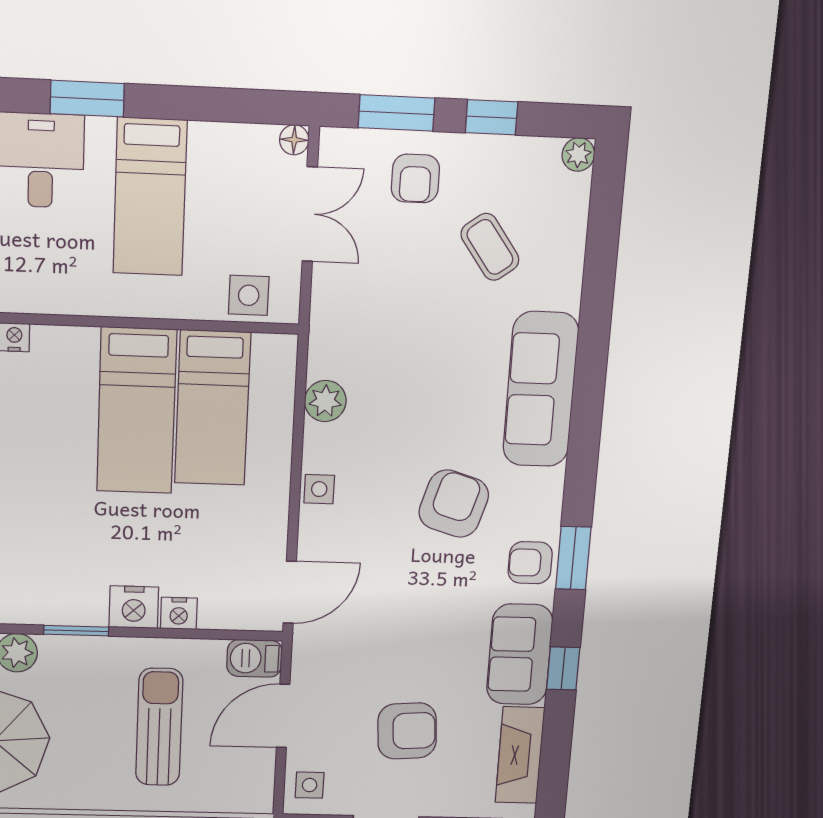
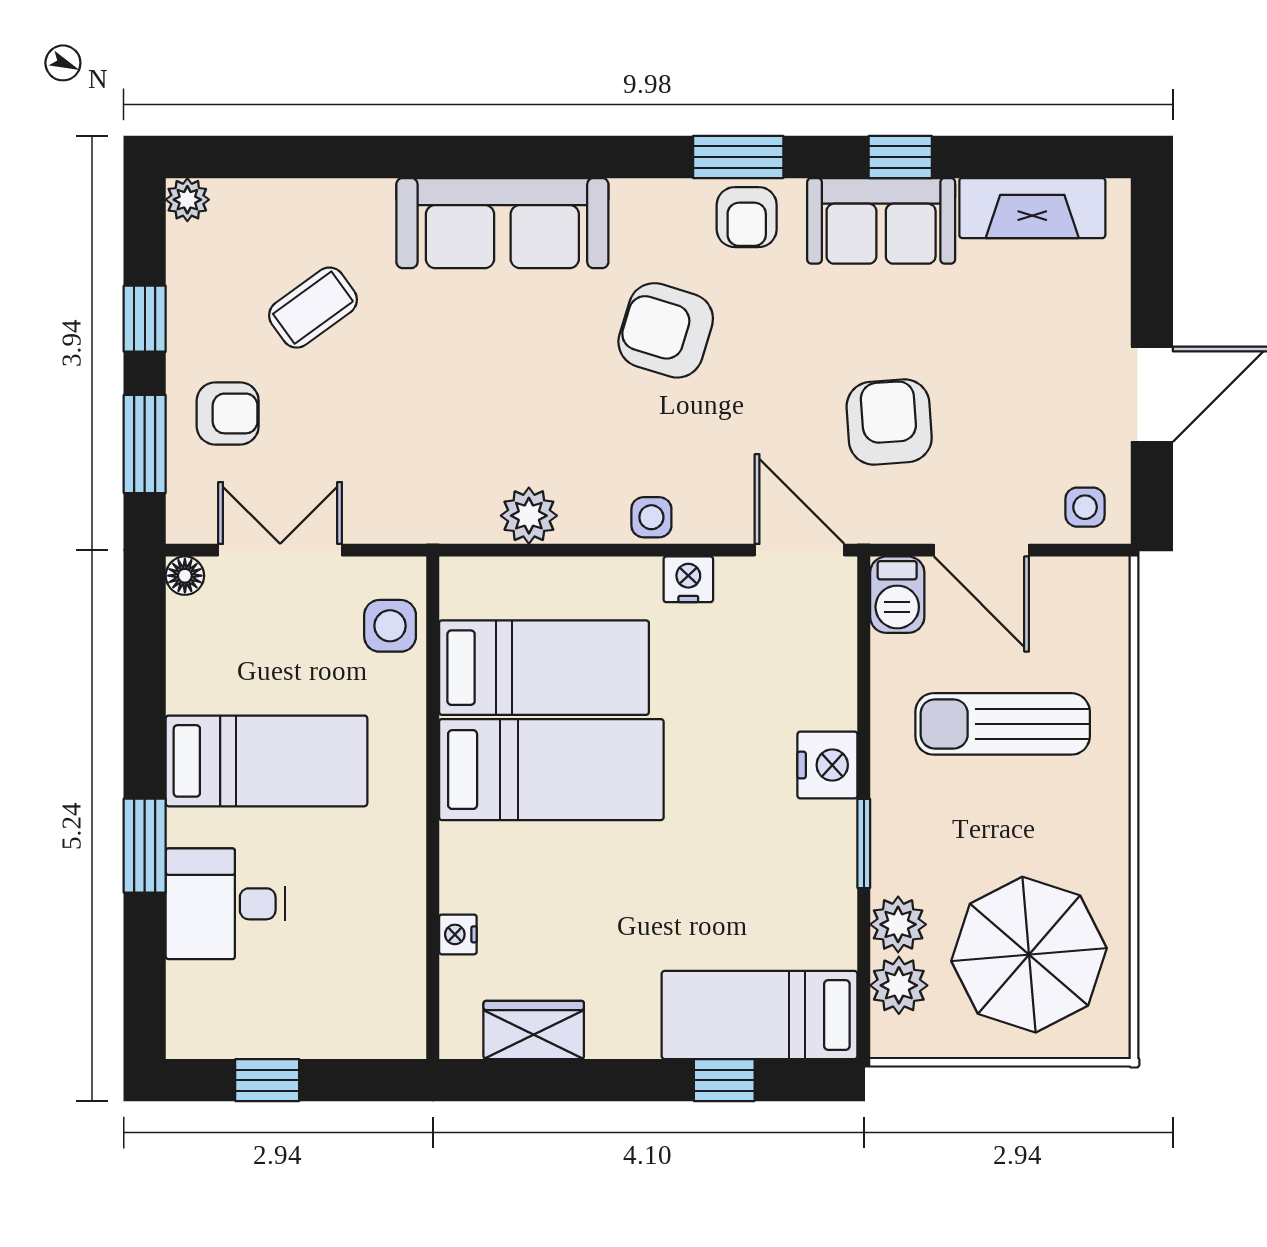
nightstand: (179, 613) -> (688, 579), moved, turned -90
armchair: (407, 731) -> (889, 422), moved

